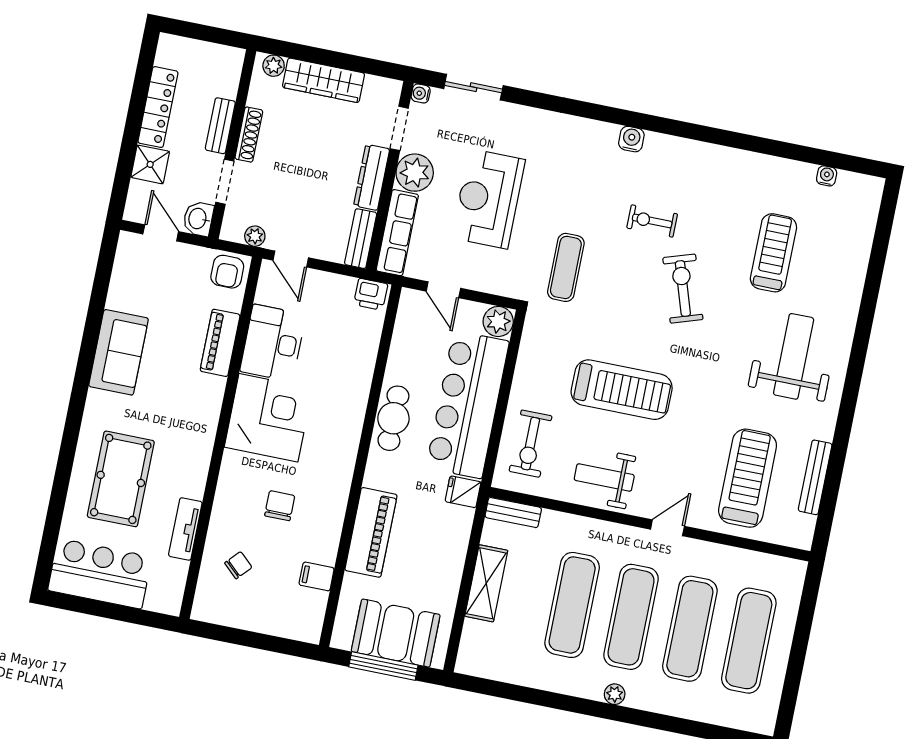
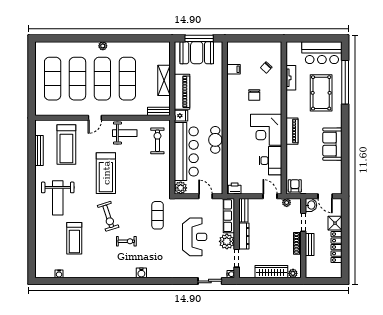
piano: (220, 343) -> (292, 131), moved
treadmill: (622, 390) -> (106, 173), moved, turned -90
window: (59, 492) -> (345, 82), added
piano: (371, 532) -> (182, 92), moved, turned 180

